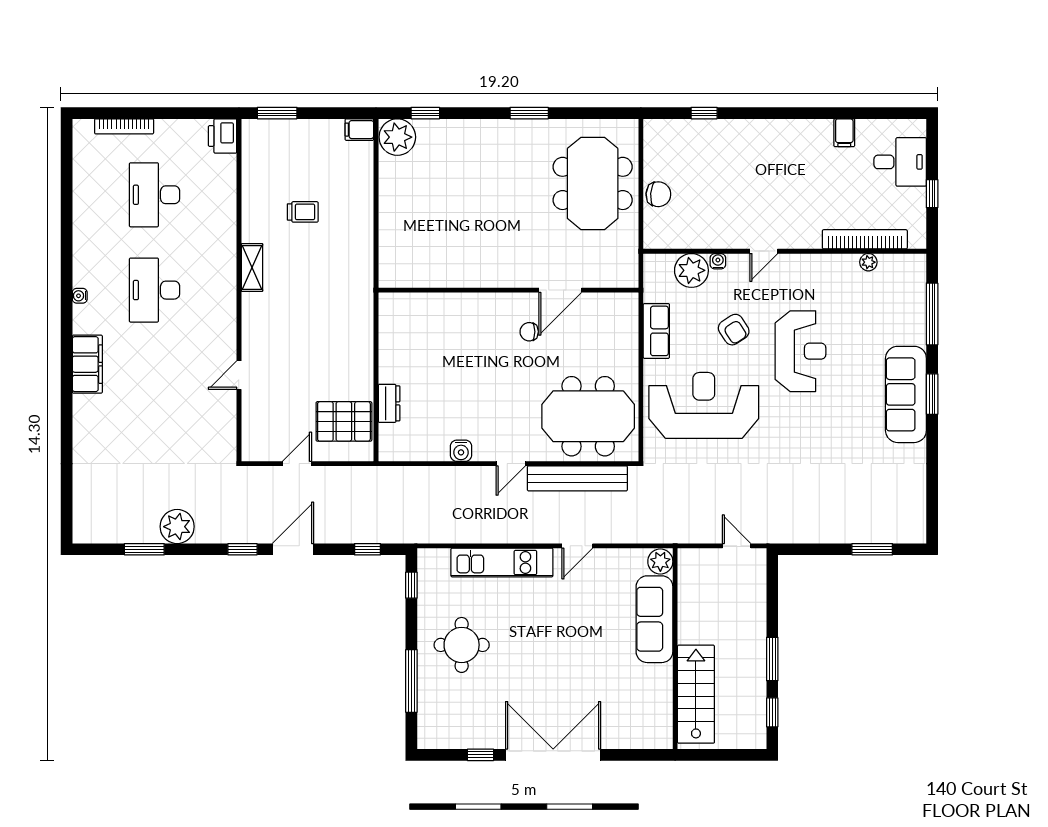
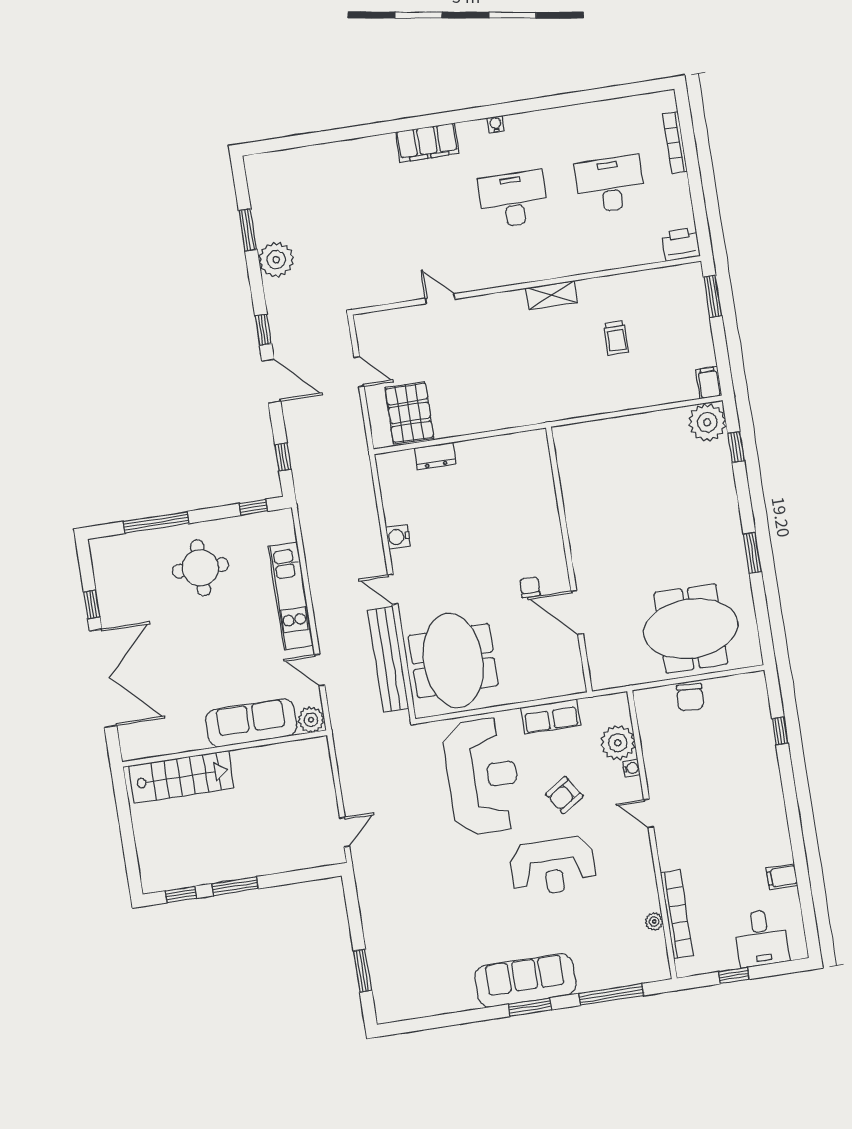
plant: (660, 561) -> (311, 720), moved
sofa: (654, 619) -> (251, 723), moved
wall: (675, 649) -> (225, 749), moved
stairs: (696, 694) -> (182, 777), moved

